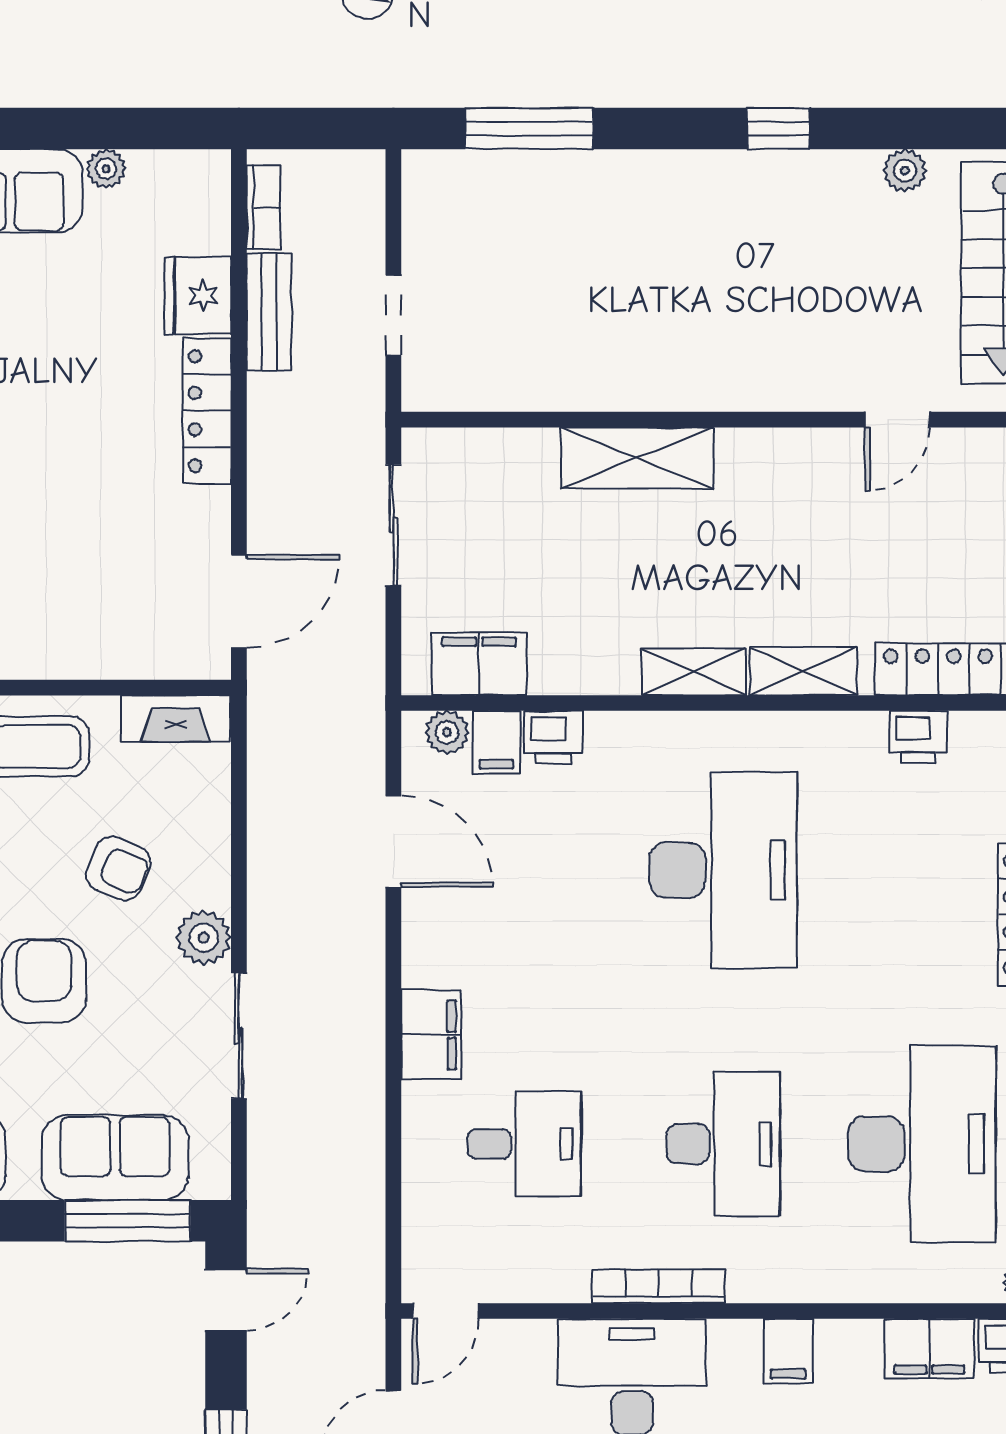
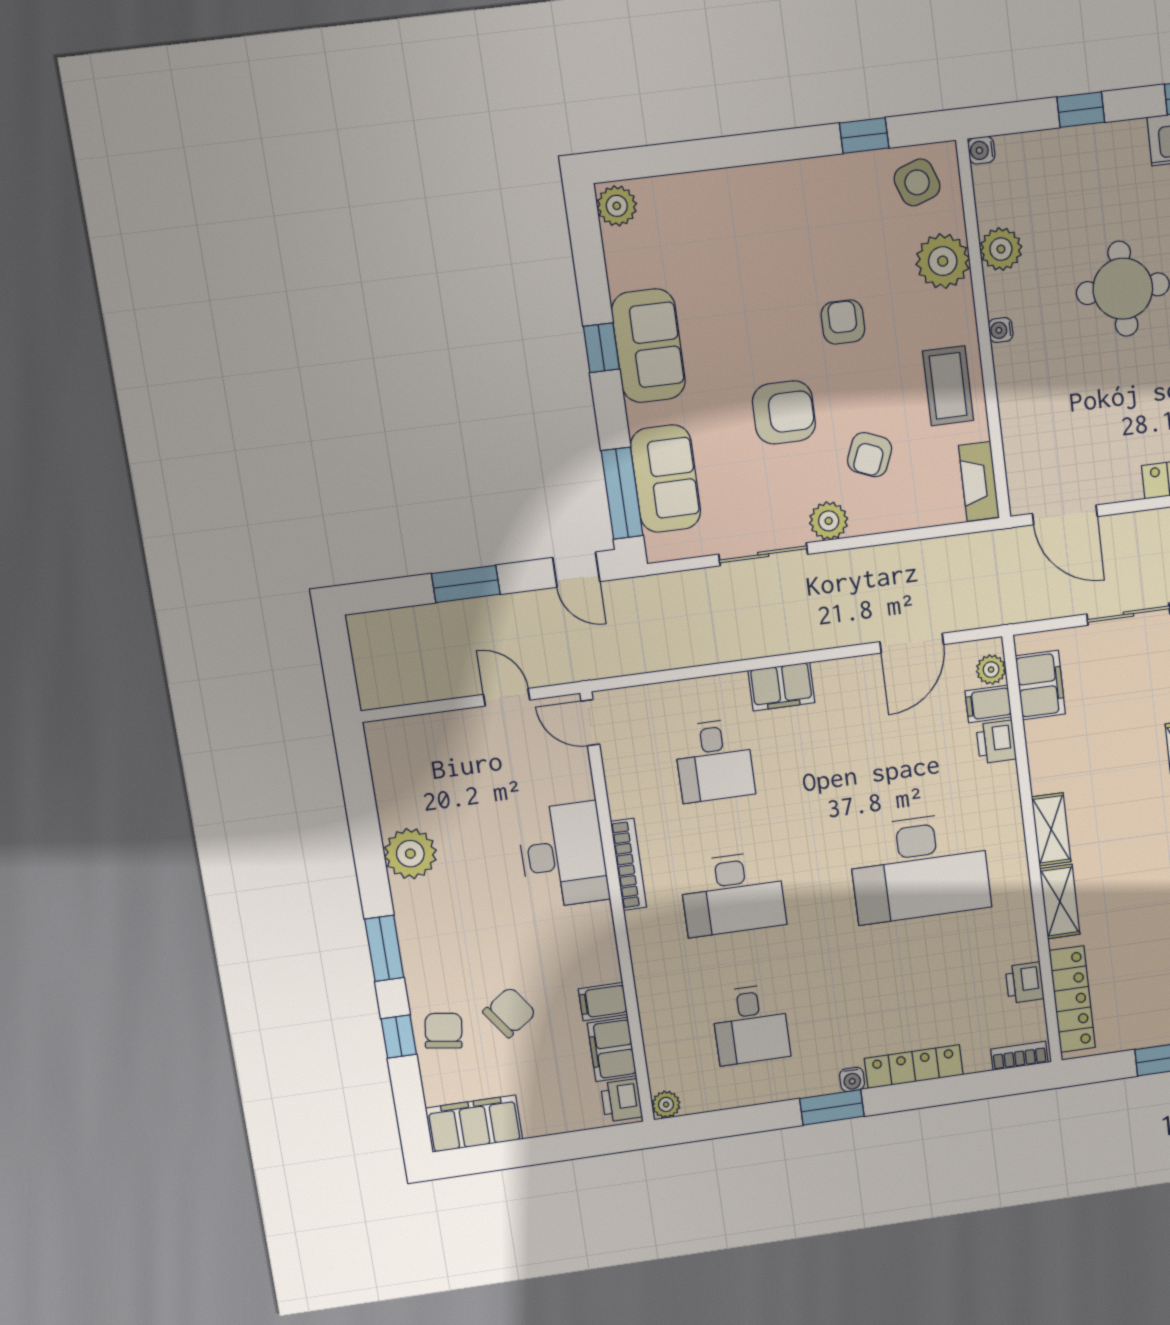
desk: (922, 1144) -> (751, 1024), width x0.53, depth x0.77
filing cabinet: (788, 1351) -> (603, 1002), moved

